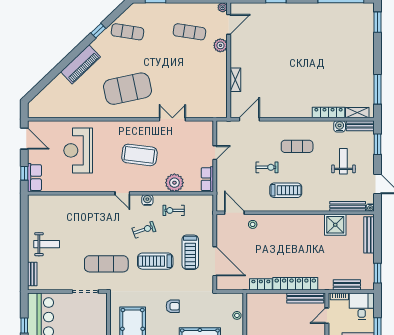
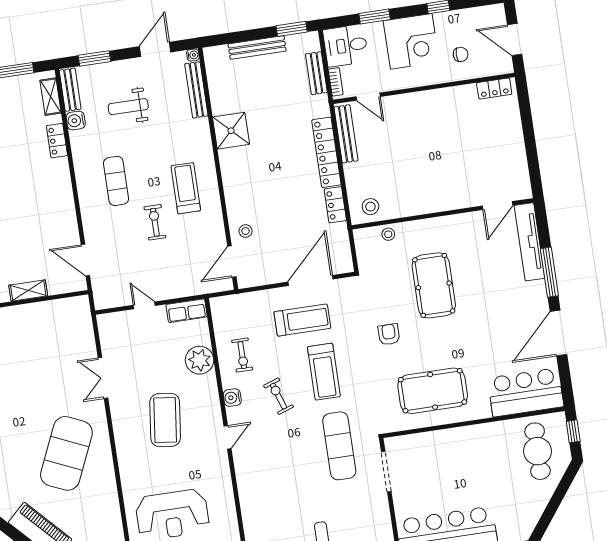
exercise mat: (127, 89) -> (66, 453), turned 36
locker: (329, 112) -> (57, 141), width x0.66
shower: (335, 225) -> (231, 131), moved
bench: (369, 235) -> (257, 47), moved
stool: (256, 307) -> (370, 207), added

